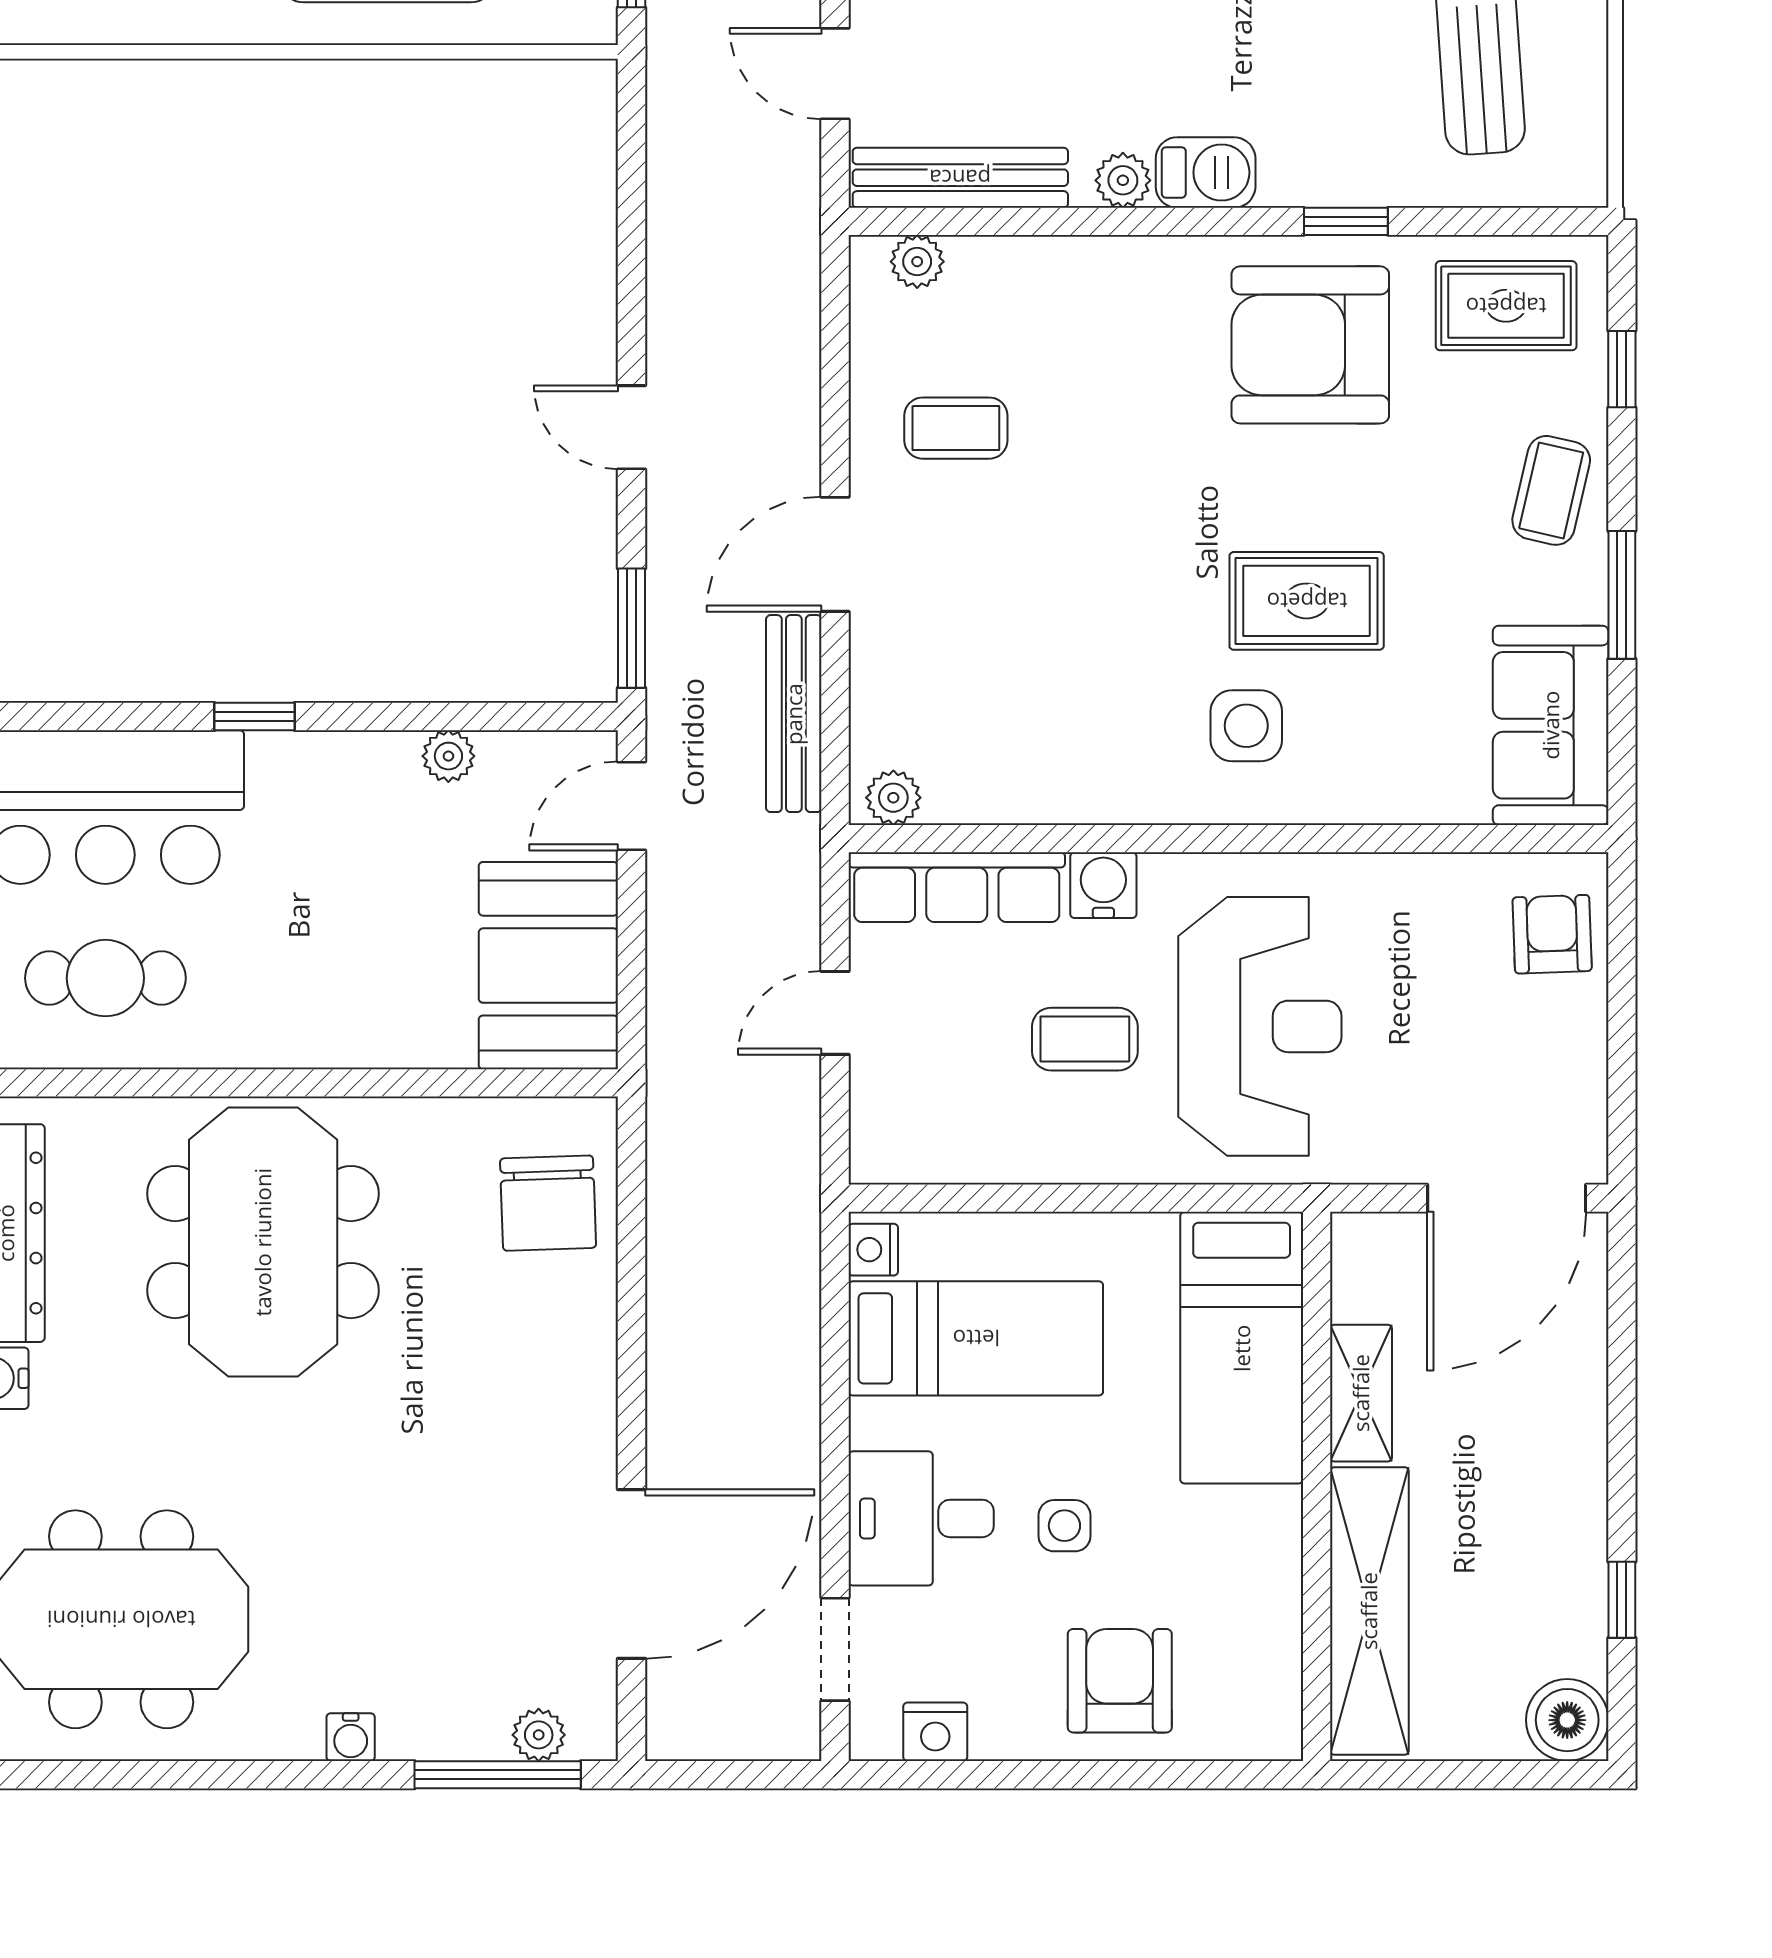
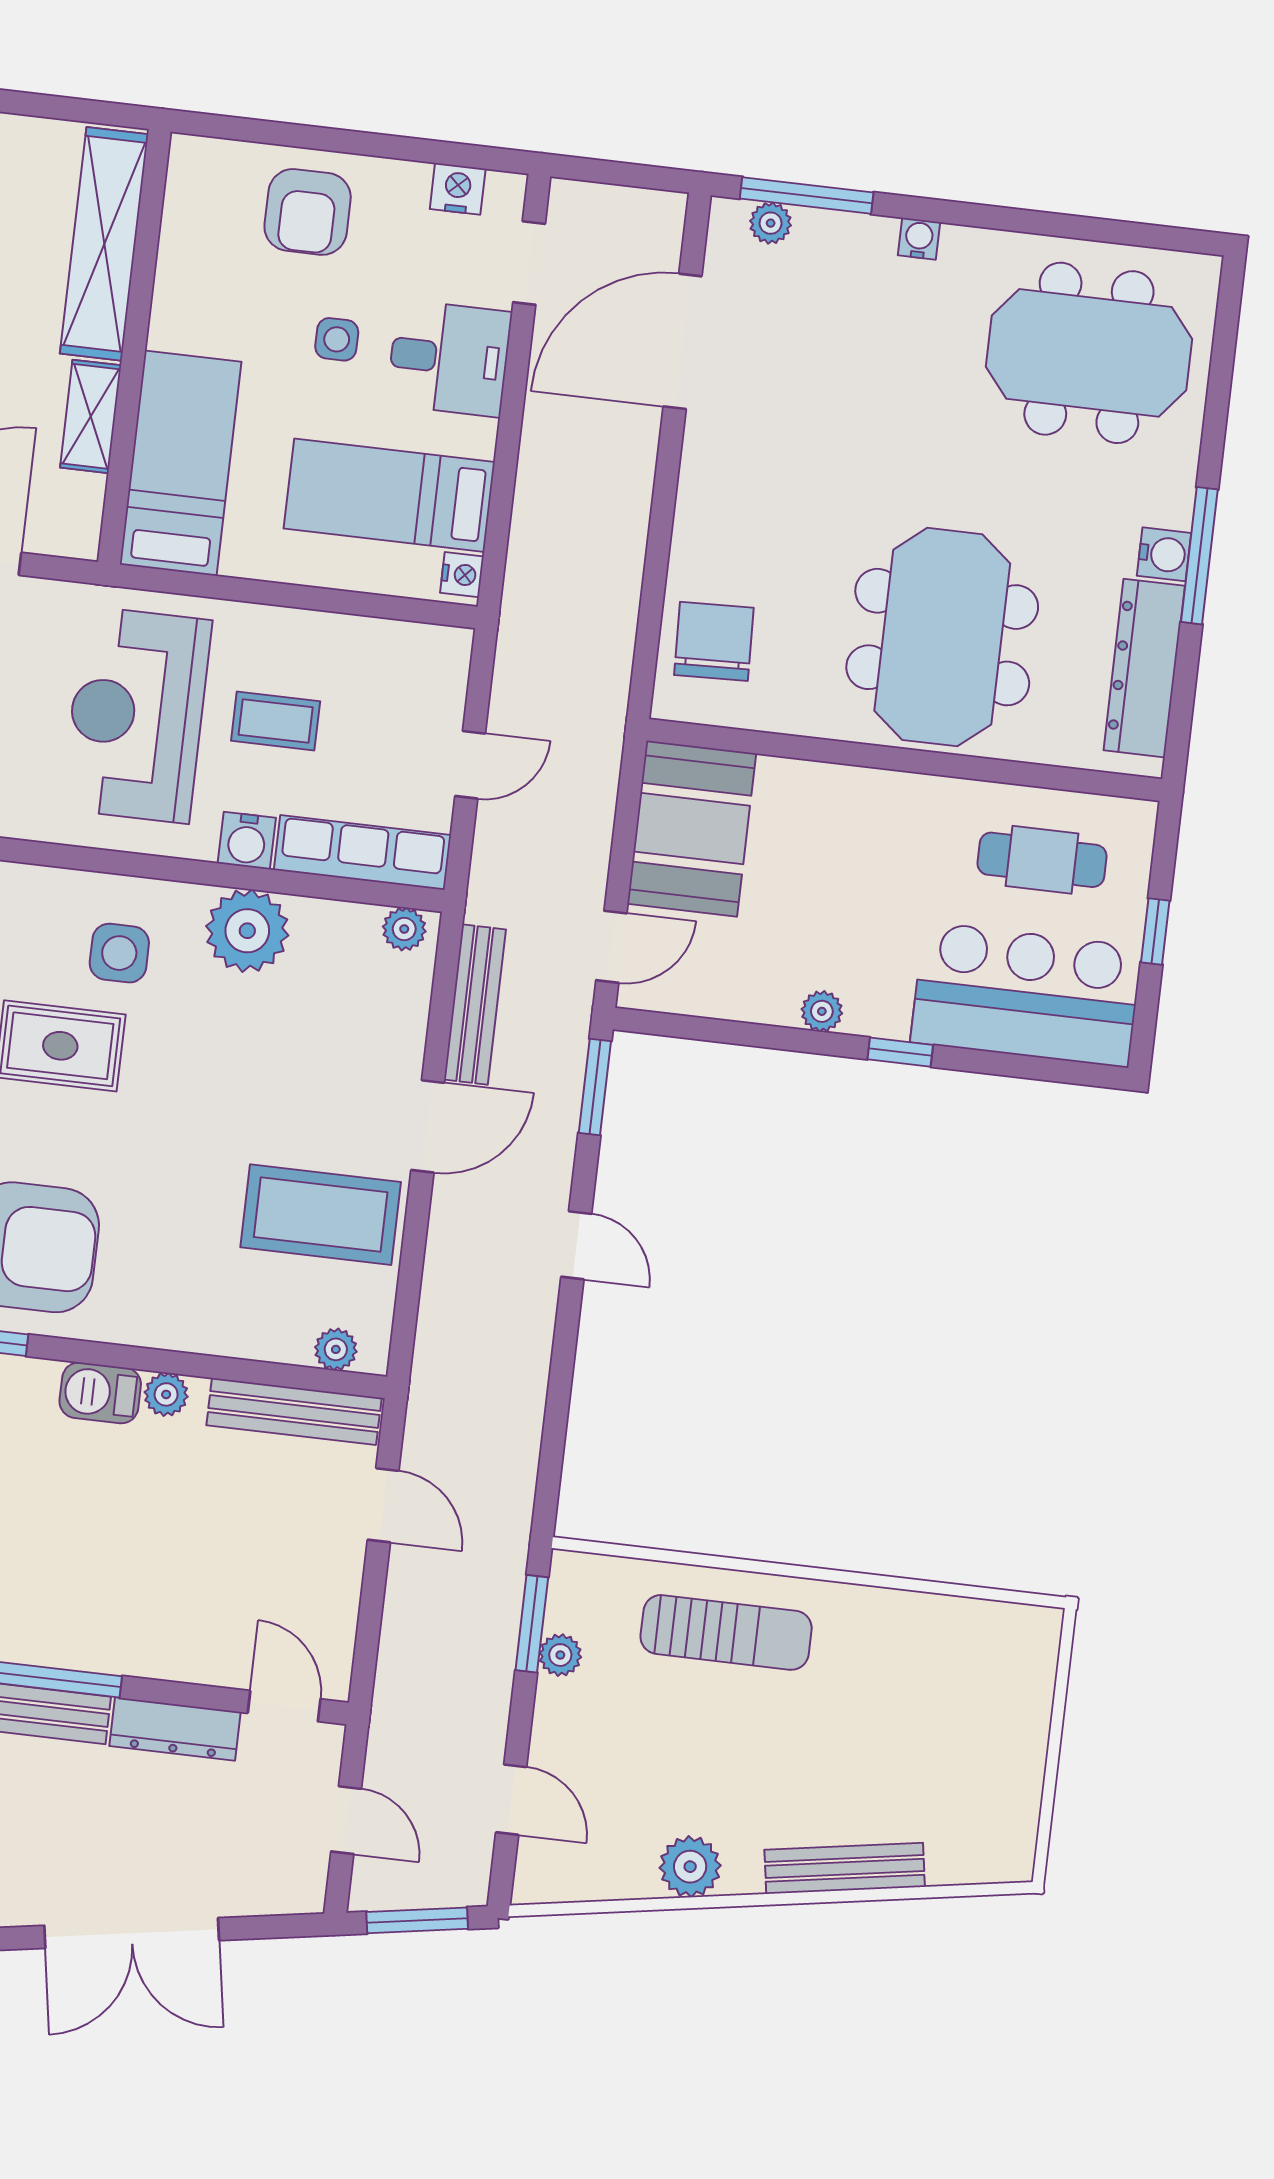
coffee table: (956, 428) -> (321, 1215), width x1.86, depth x1.72
plant: (448, 756) -> (822, 1011), moved
plant: (1089, 772) -> (247, 931), added

